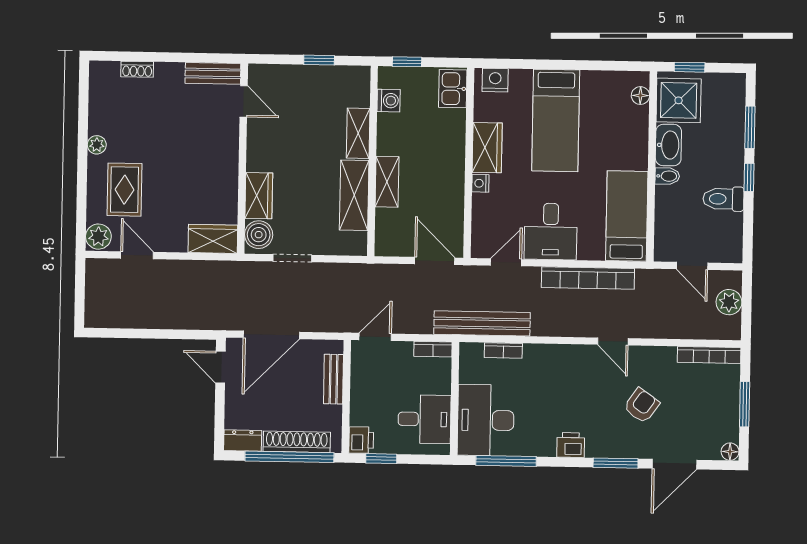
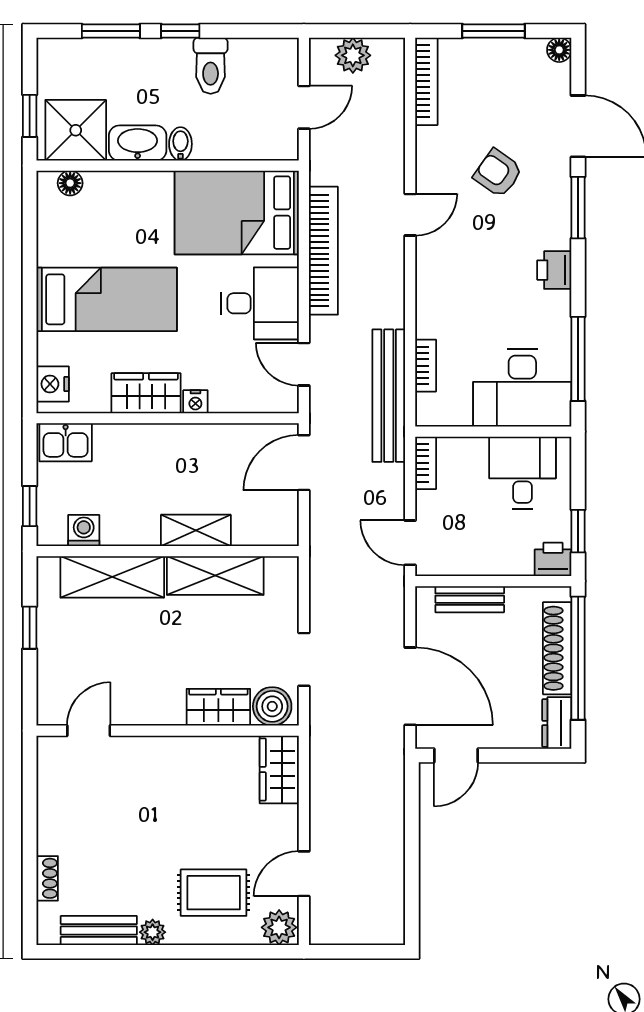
bench: (213, 73) -> (99, 930), moved, turned 90
shelving: (358, 133) -> (112, 577), width x1.50, depth x1.33
bed: (627, 216) -> (237, 213), width x1.50

